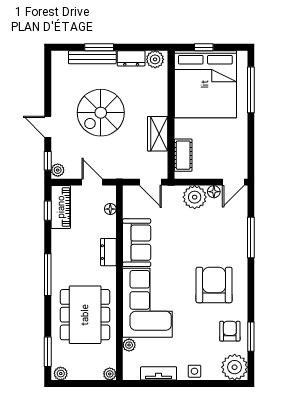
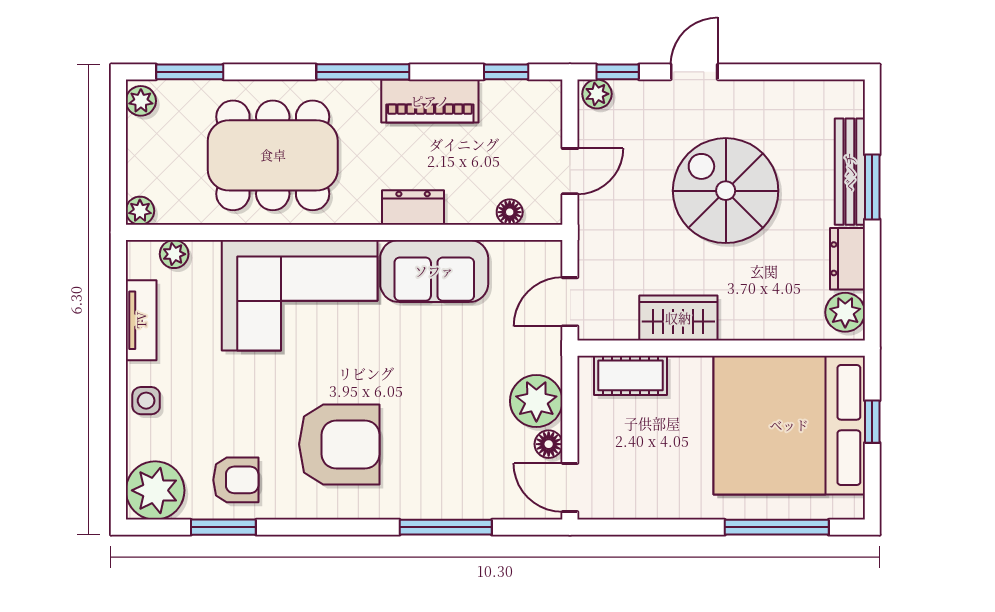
piano: (61, 207) -> (430, 101), moved
plant: (129, 345) -> (174, 254), moved

